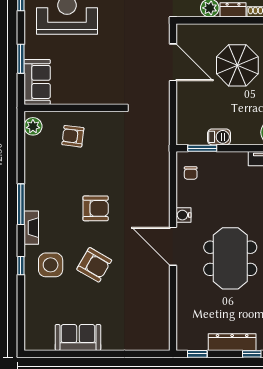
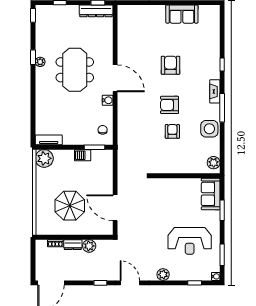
armchair: (73, 136) -> (172, 131), moved, turned -97
side table: (51, 265) -> (209, 129), moved
armchair: (94, 265) -> (170, 65), turned 60
dresser: (232, 342) -> (96, 11), moved

